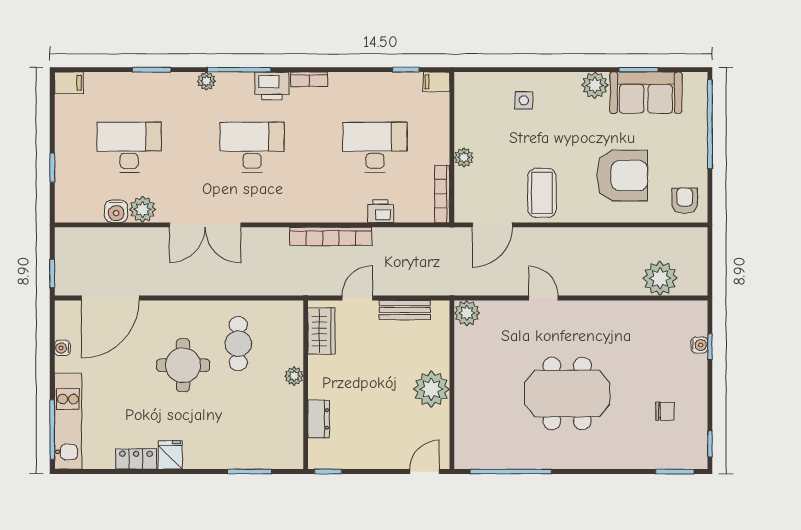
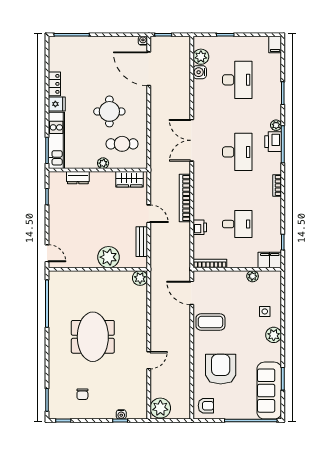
filing cabinet: (436, 82) -> (270, 260), width x2.00
plant: (595, 85) -> (274, 335), moved
printer: (272, 86) -> (273, 142), moved
sofa: (646, 93) -> (269, 391), width x1.36
desk: (375, 147) -> (237, 224), width x0.73
plant: (464, 158) -> (253, 276), moved
armchair: (622, 176) -> (221, 369), turned 180
plant: (142, 209) -> (201, 57), moved
double door: (205, 225) -> (192, 140), moved
plant: (660, 278) -> (160, 408), moved
door: (543, 298) -> (149, 360), moved
wardrobe: (322, 331) -> (129, 179), moved
water cooler: (62, 348) -> (143, 41), moved
plant: (294, 376) -> (103, 163), moved
wall: (306, 385) -> (98, 170), moved
plant: (431, 389) -> (108, 257), moved
dresser: (319, 419) -> (78, 178), moved
kitchen unit: (68, 421) -> (56, 140), moved, turned -90

